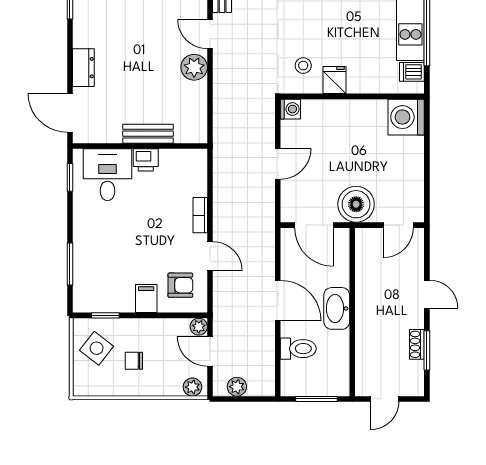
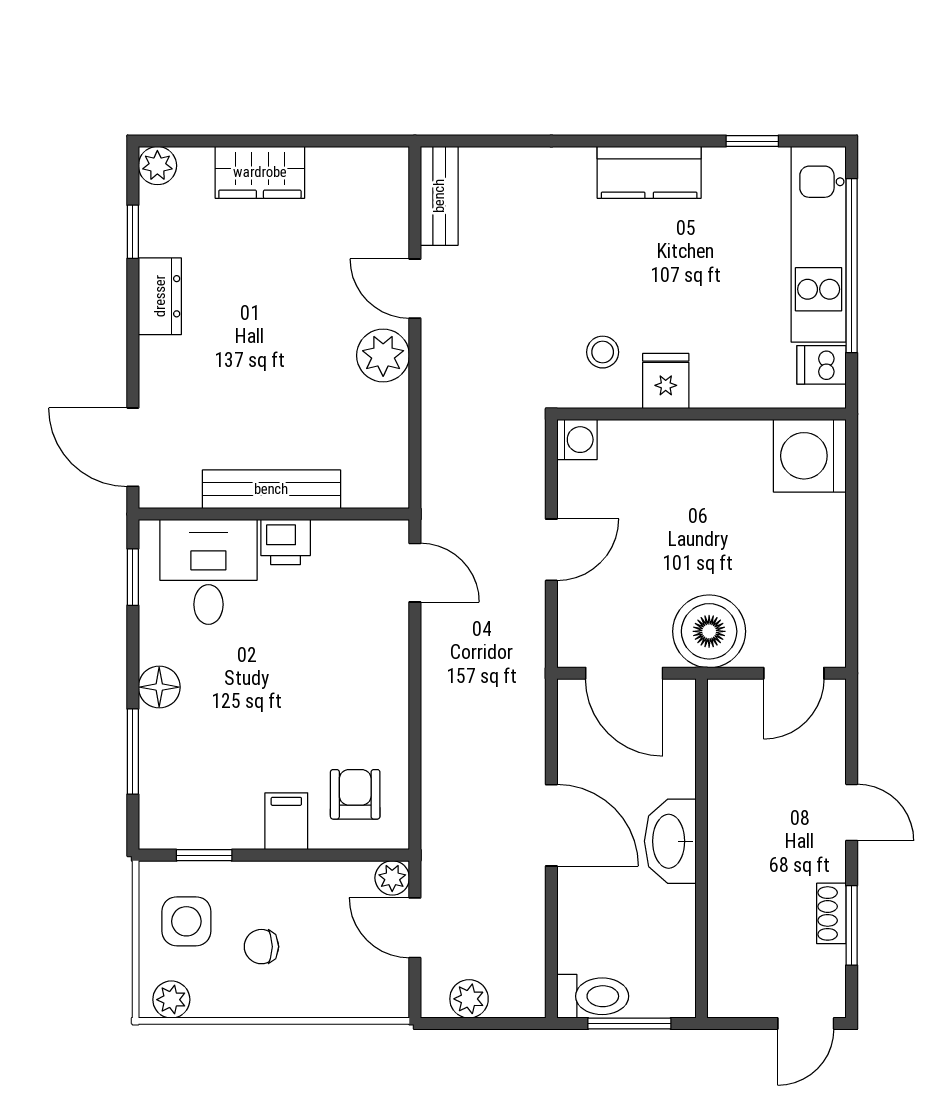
dresser: (83, 68) -> (160, 296), moved
bench: (148, 134) -> (271, 489), width x1.36
bookcase: (200, 215) -> (395, 653), removed
floor lamp: (83, 232) -> (159, 687), added
door: (210, 256) -> (415, 573), moved
armchair: (180, 285) -> (355, 794), turned -90
side table: (97, 348) -> (186, 921), turned -38
toilet: (298, 349) -> (593, 996), moved
plant: (192, 387) -> (171, 1000), moved
door: (385, 399) -> (806, 1024), moved

